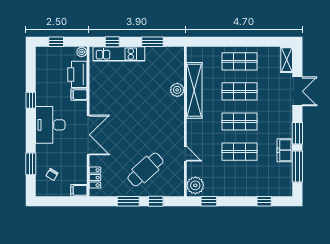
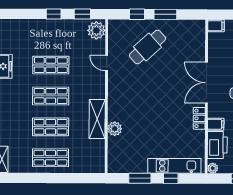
window: (112, 42) -> (171, 178), moved
shelving: (194, 90) -> (97, 119), width x0.68
locker: (95, 178) -> (199, 118), moved
window: (264, 201) -> (54, 14), moved

